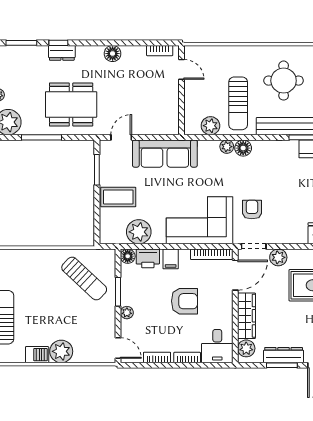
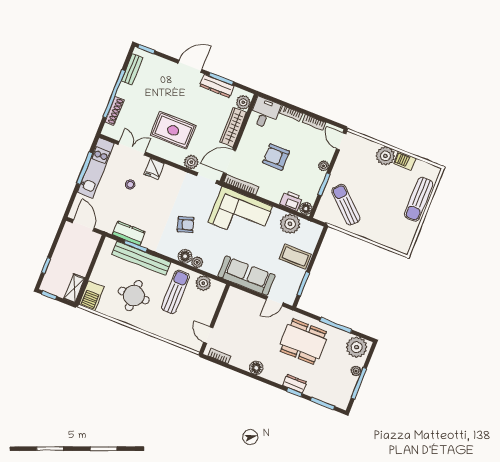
armchair: (252, 210) -> (186, 225), moved, turned -107
filing cabinet: (171, 259) -> (274, 194), removed

